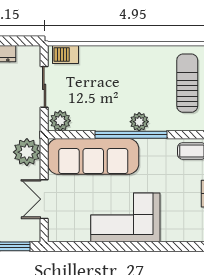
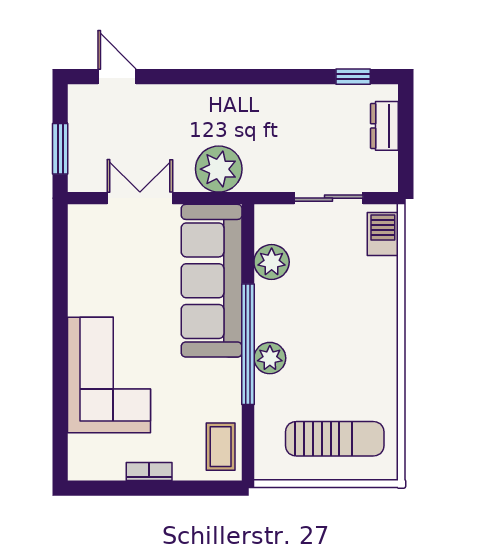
plant: (60, 121) -> (272, 262), moved
corner sofa: (125, 217) -> (109, 375), moved

